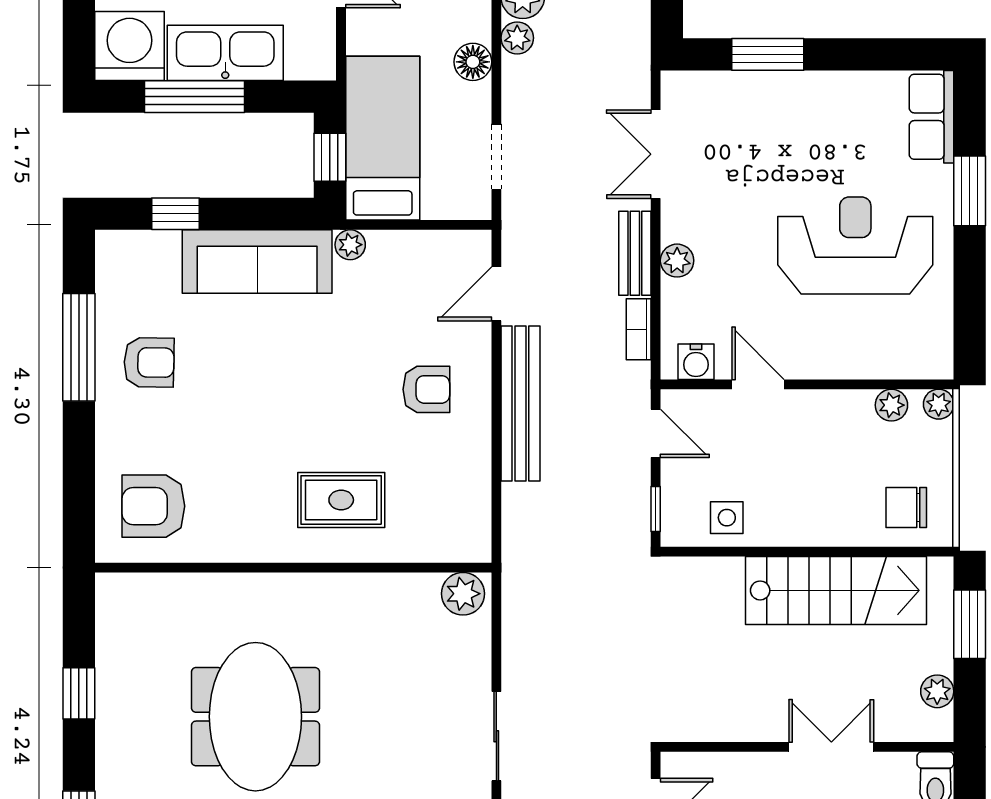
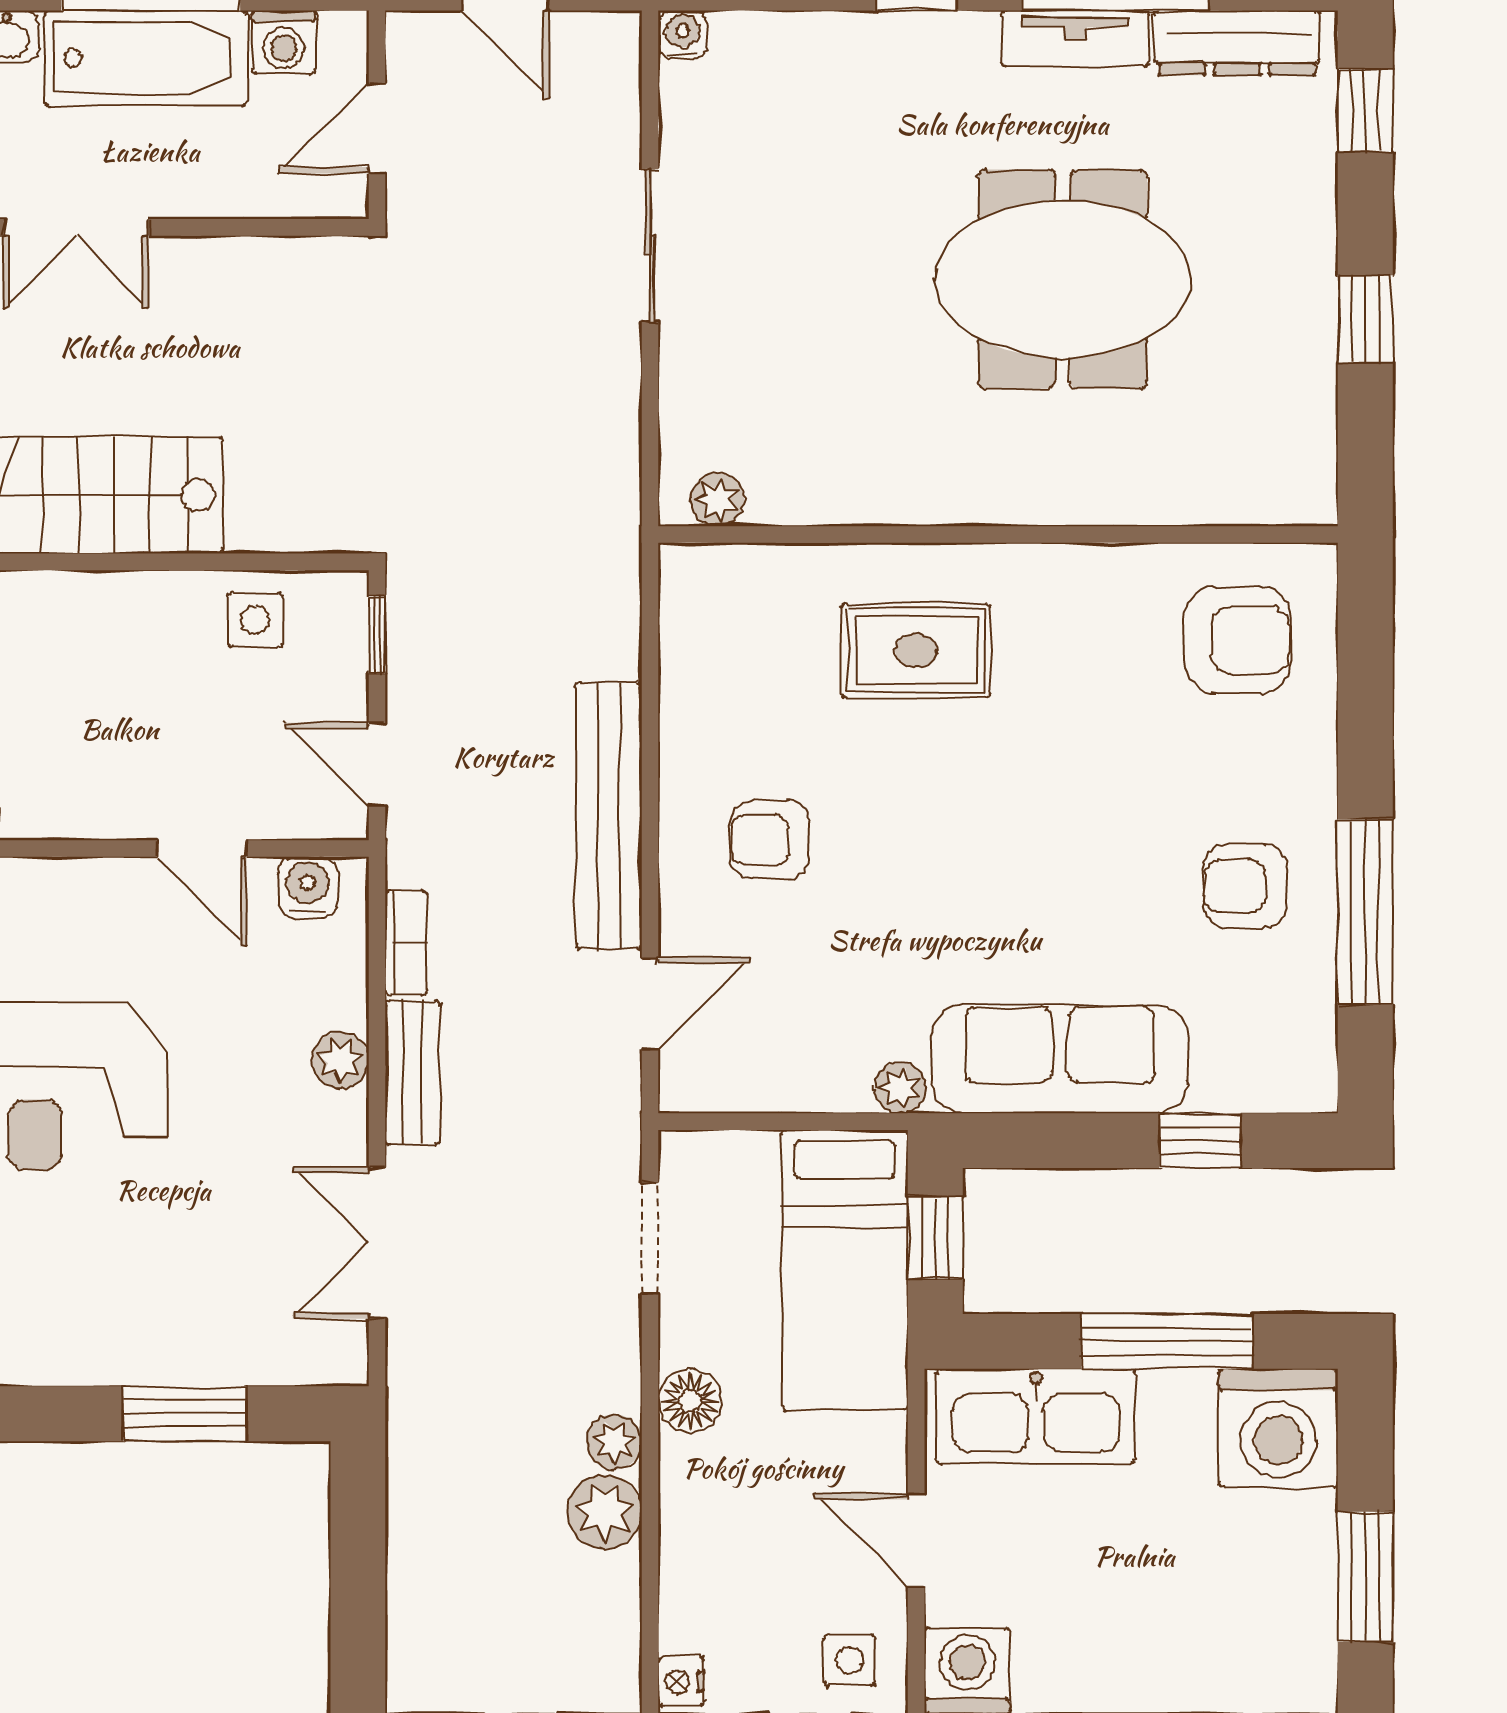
kitchen sink: (225, 53) -> (1036, 1416), moved
double door: (656, 154) -> (377, 1243), swing flipped
plant: (463, 594) -> (717, 500), width x0.73, depth x0.73
meeting table: (255, 717) -> (1063, 279), turned 90

